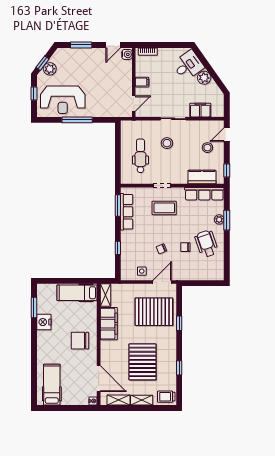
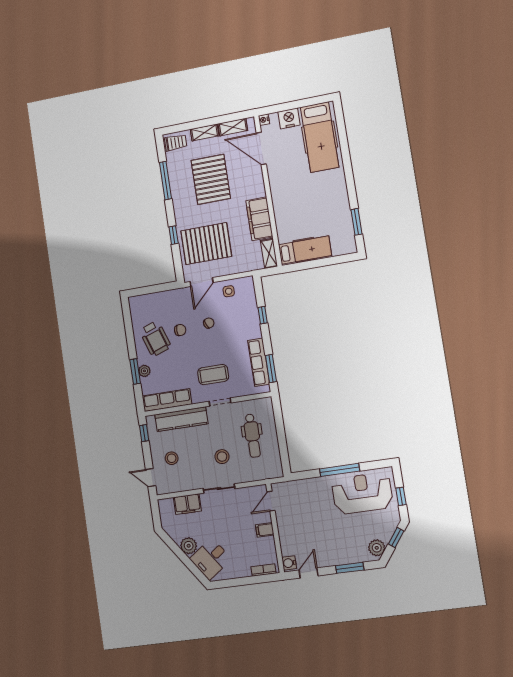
plant: (50, 69) -> (377, 548), moved
door: (227, 135) -> (151, 478), swing flipped
kitchen counter: (202, 177) -> (181, 419), width x1.50
nightstand: (44, 322) -> (289, 118), moved, turned -90
chair: (80, 341) -> (292, 191), removed
window: (179, 368) -> (165, 181), width x2.17
hospital bed: (52, 385) -> (320, 137), width x1.37, depth x1.29

